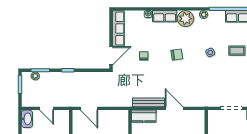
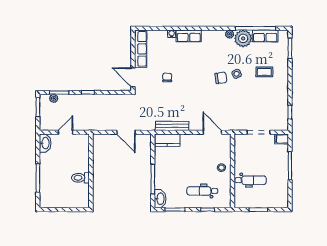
plant: (185, 19) -> (243, 38), moved
chair: (177, 55) -> (221, 78), moved
door: (111, 56) -> (133, 77), swing flipped
door: (47, 108) -> (66, 132), swing flipped
door: (89, 108) -> (126, 132), moved
door: (174, 108) -> (212, 132), moved

